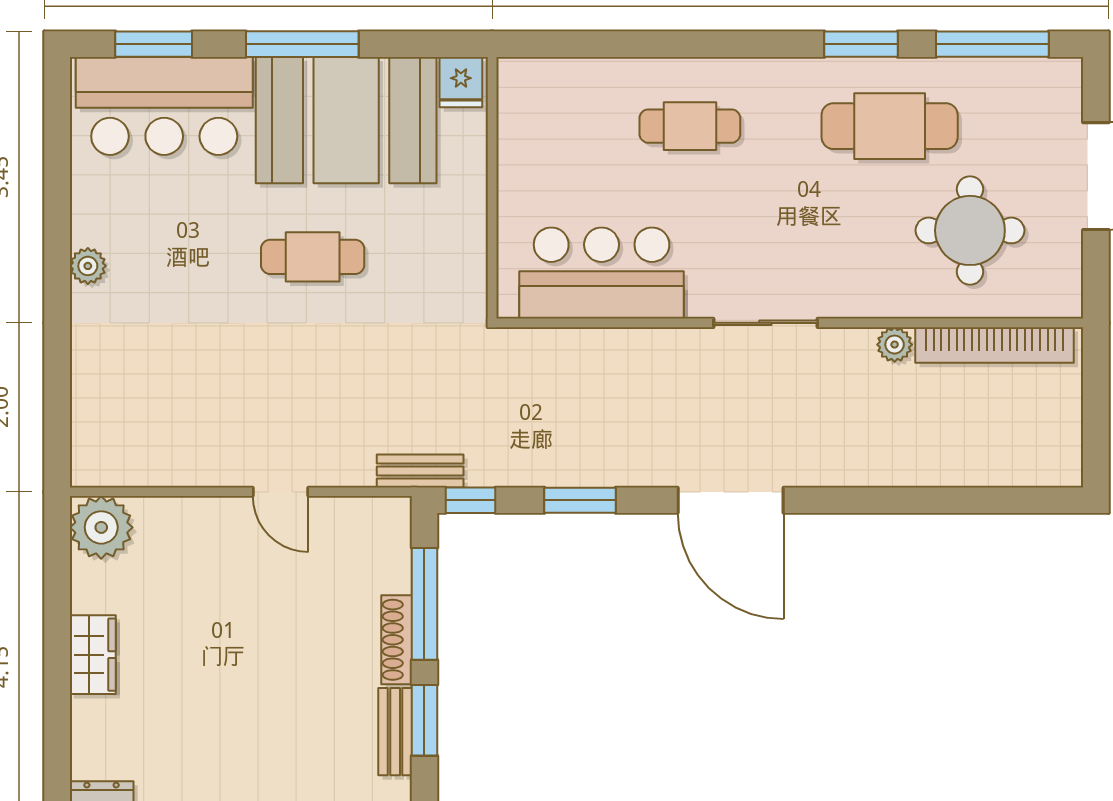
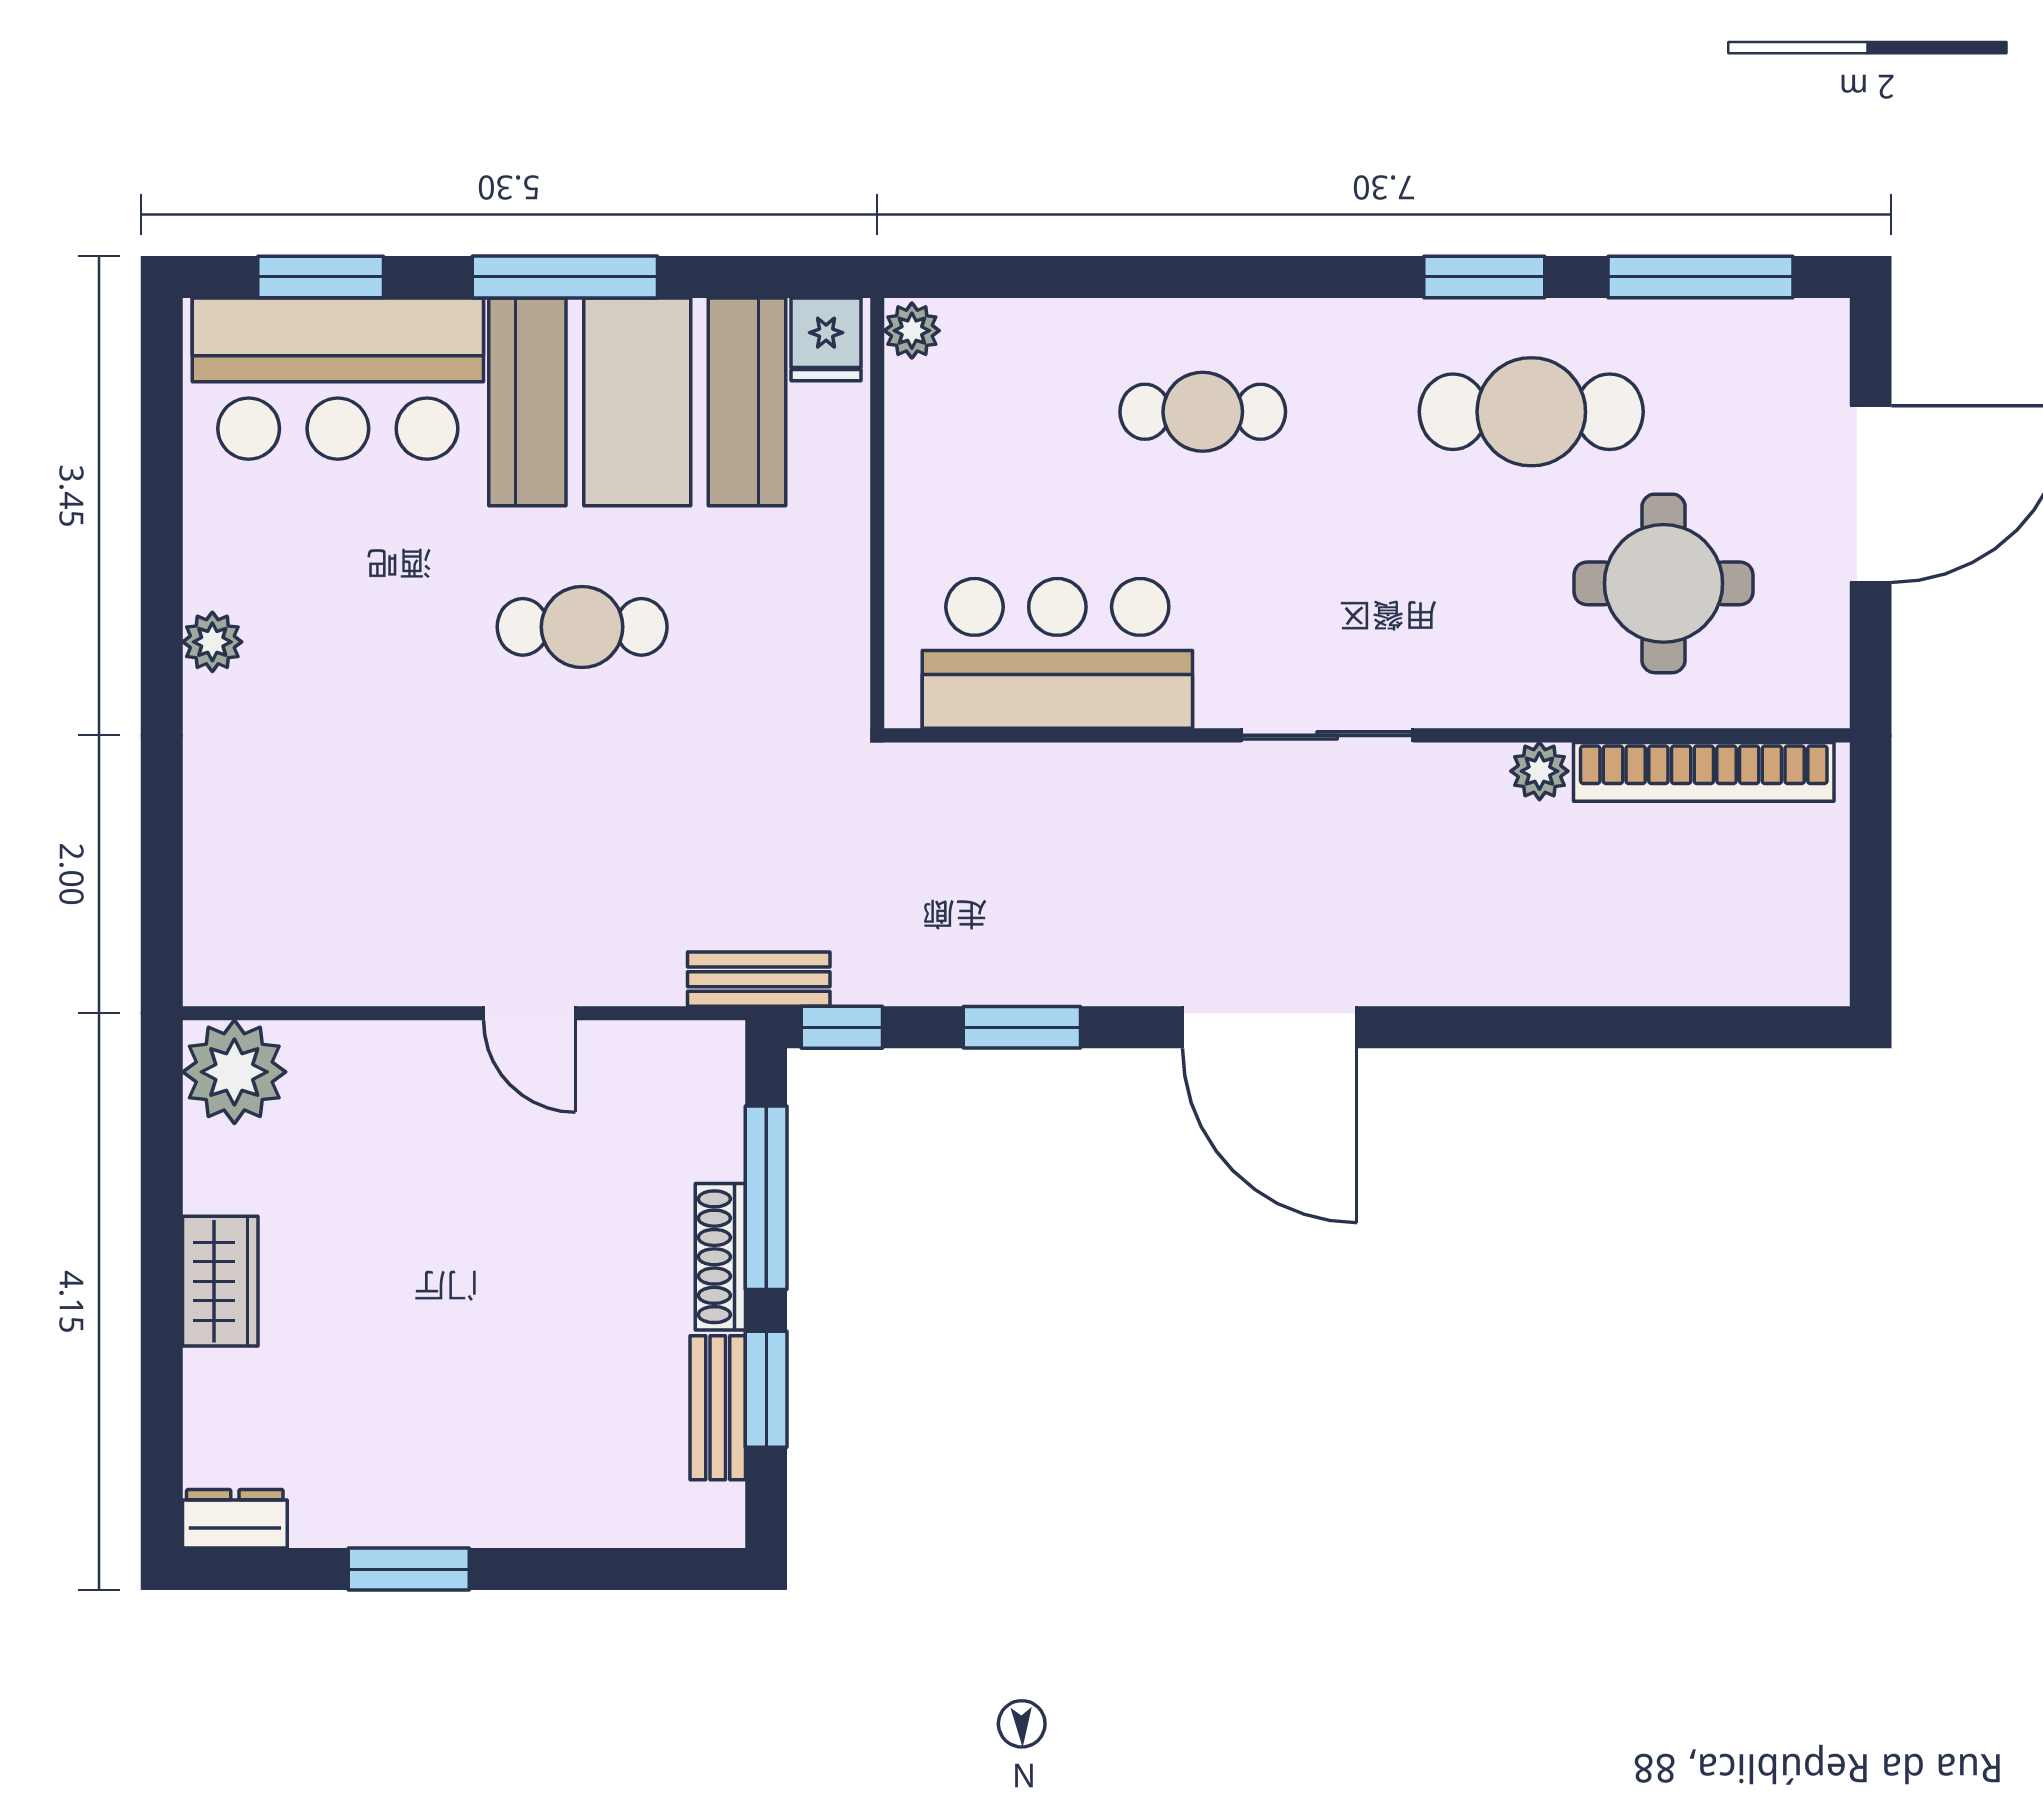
plant: (513, 77) -> (912, 331), added

